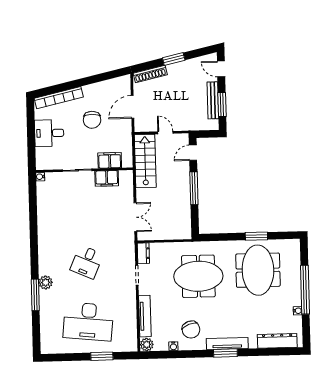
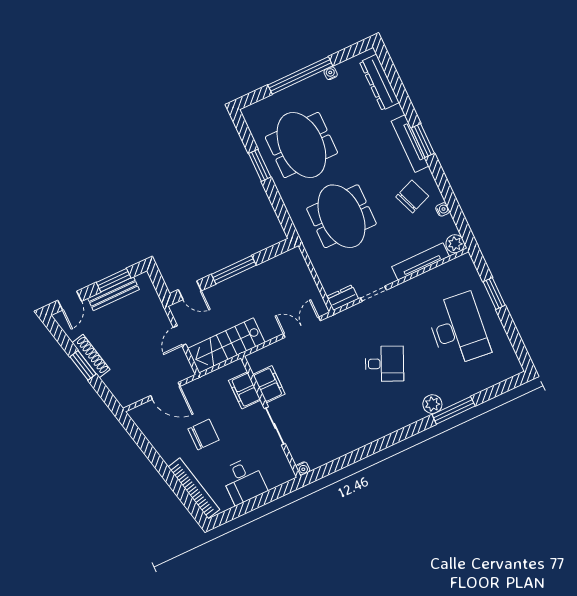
shoe rack: (150, 74) -> (91, 356), moved
meeting table: (258, 270) -> (301, 145), turned 90

